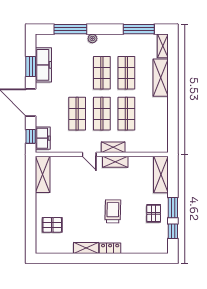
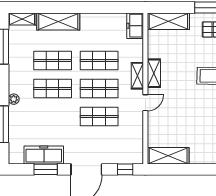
freezer: (43, 138) -> (135, 26), moved, turned -90

